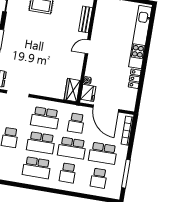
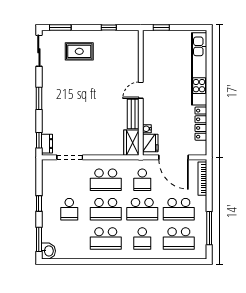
bench: (86, 19) -> (133, 114), moved
locker: (135, 79) -> (201, 124), width x1.53
school desk: (99, 178) -> (179, 239), width x1.85

